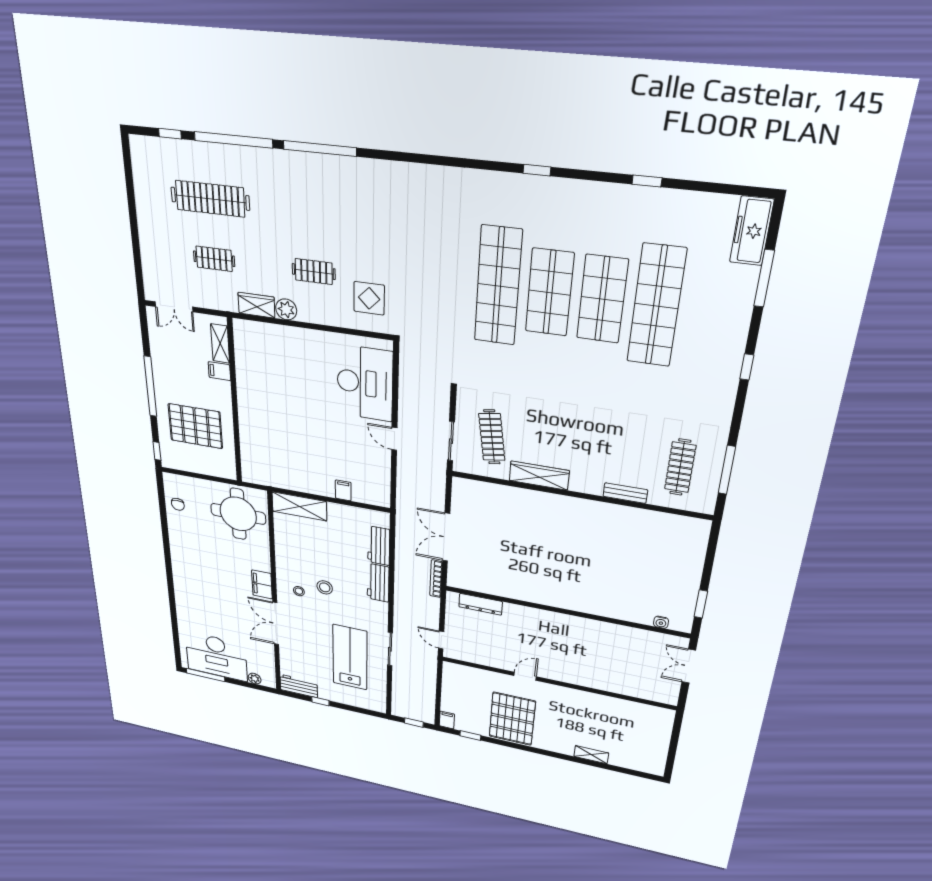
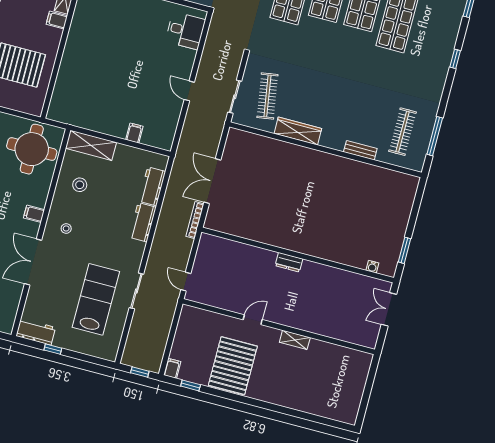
desk: (365, 383) -> (185, 31), width x0.53, depth x0.77
filing cabinet: (262, 584) -> (34, 214), width x0.50
stool: (325, 587) -> (80, 185), moved
dresser: (481, 604) -> (289, 262), moved, width x0.70
shelving: (591, 755) -> (295, 340), moved

